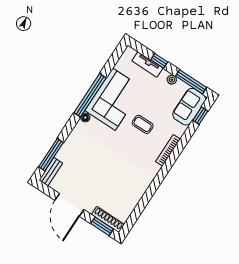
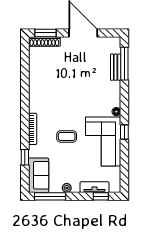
window: (159, 61) -> (101, 196), moved
window: (90, 95) -> (124, 132), width x0.32
window: (200, 116) -> (25, 157), moved
bench: (51, 172) -> (116, 67), moved

